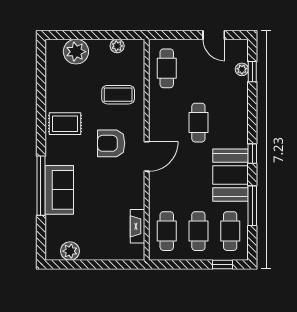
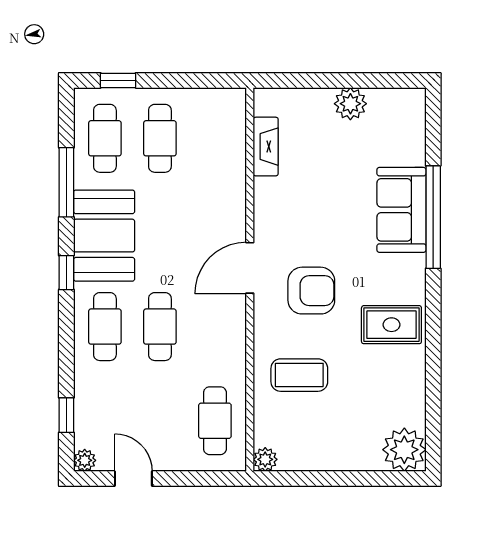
plant: (117, 46) -> (265, 459), moved
plant: (76, 52) -> (404, 450), moved
plant: (242, 69) -> (85, 460), moved
cafe table: (167, 231) -> (105, 327), moved
plant: (70, 251) -> (350, 104), moved

